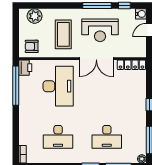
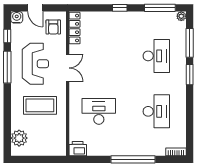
armchair: (32, 46) -> (53, 27), moved
double door: (96, 59) -> (68, 68), width x0.73
window: (16, 86) -> (133, 159), moved
desk: (58, 86) -> (99, 111), width x0.73, depth x0.77

